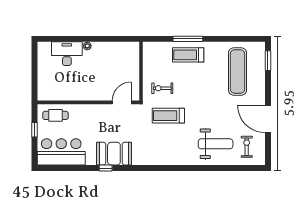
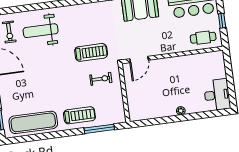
window: (188, 39) -> (99, 129), moved
desk: (67, 54) -> (217, 95), moved, turned -90
exercise mat: (237, 72) -> (33, 122), moved, turned 90

